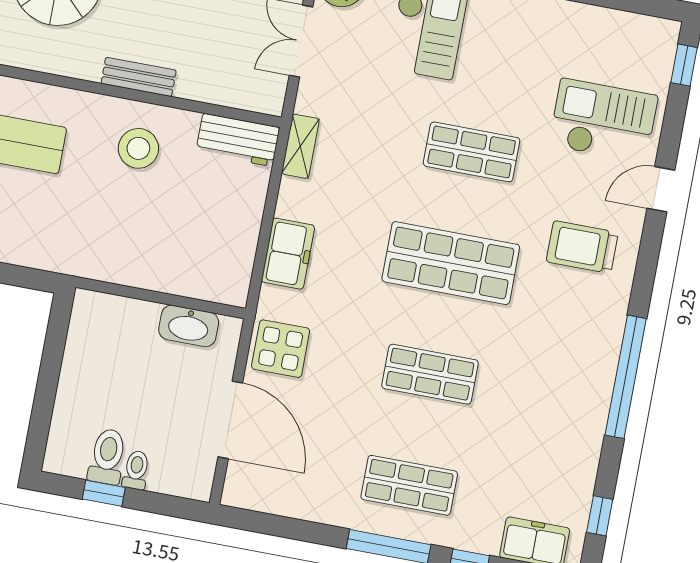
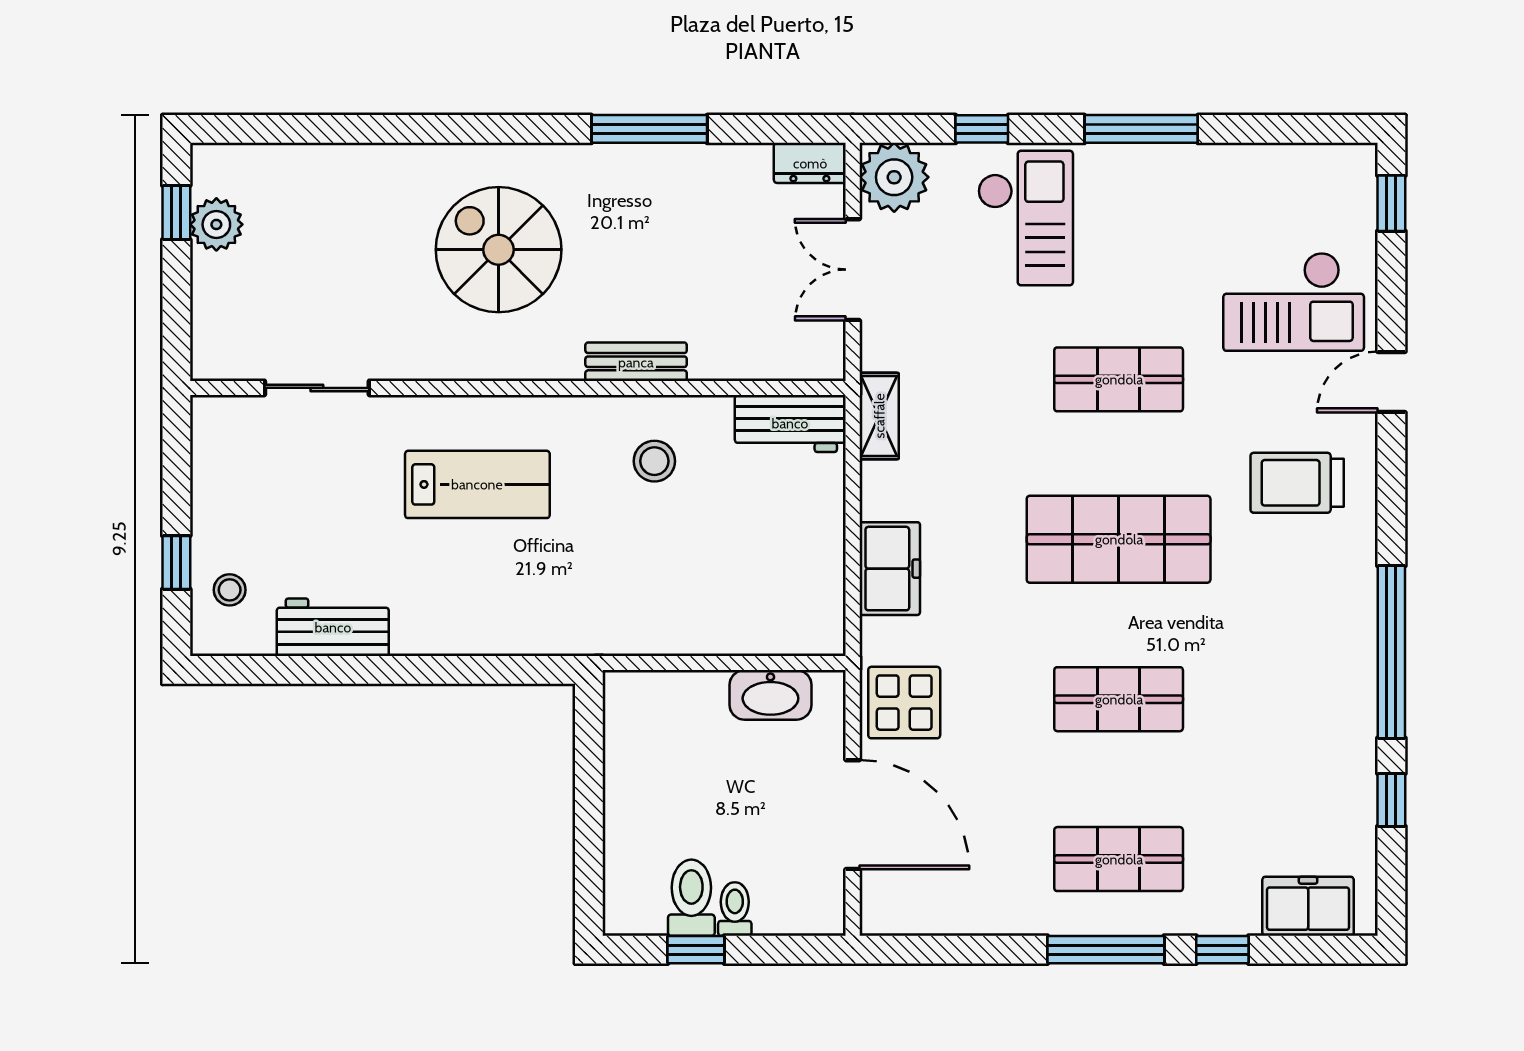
checkout: (603, 121) -> (1294, 302), turned 180
stool: (138, 148) -> (654, 461), width x0.73, depth x0.73
window: (600, 516) -> (1391, 800), moved

